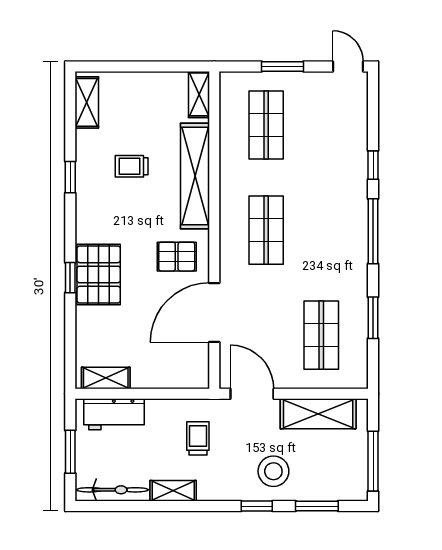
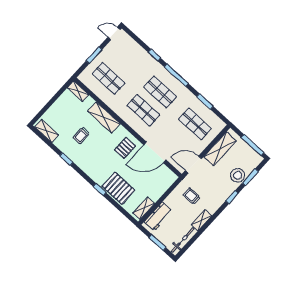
shelving: (195, 176) -> (104, 117), width x0.68
shop shelf: (321, 230) -> (160, 92), added
pallet: (99, 274) -> (118, 188), moved
door: (214, 312) -> (155, 152), hinge flipped
stool: (273, 471) -> (238, 175), moved

